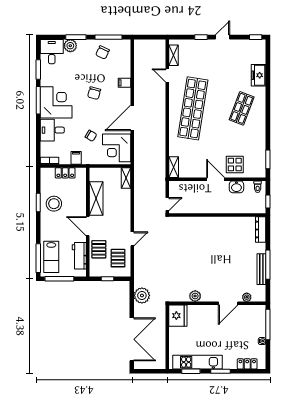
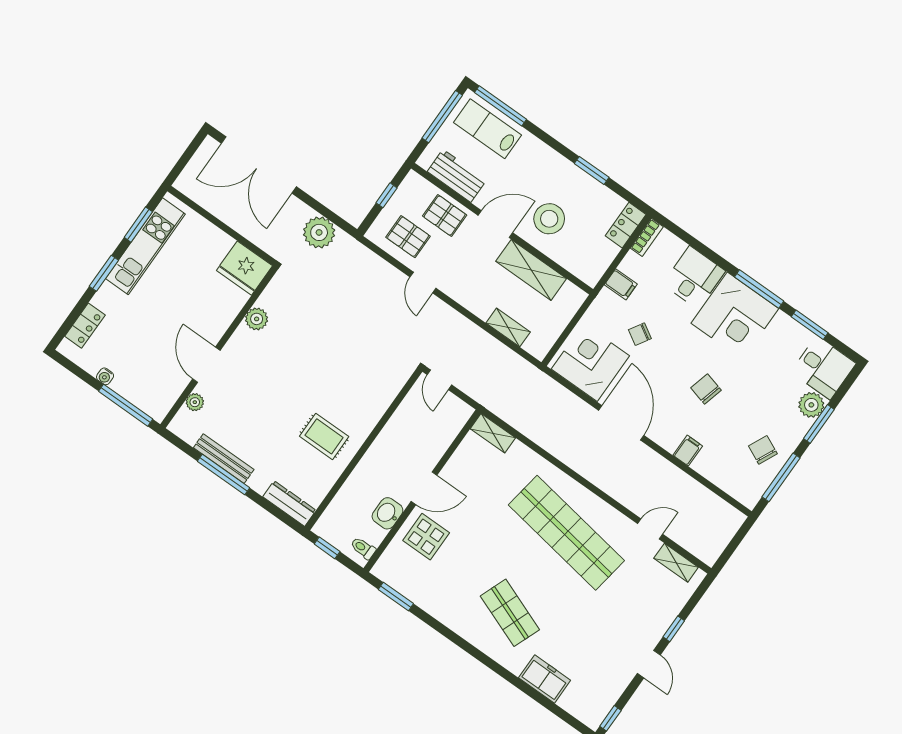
locker: (65, 173) -> (626, 225), moved
shelving: (126, 178) -> (508, 327), moved
stool: (54, 204) -> (549, 219), moved
rug: (223, 235) -> (324, 436), added

